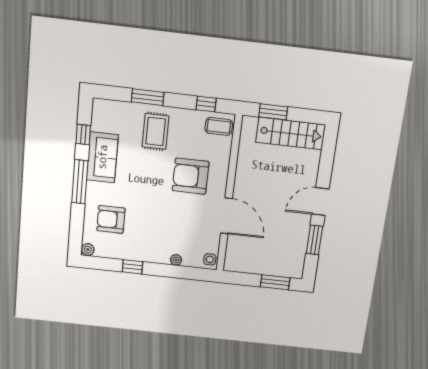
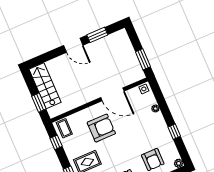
armchair: (191, 176) -> (101, 128), turned -90
door: (226, 216) -> (112, 94), swing flipped
window: (275, 282) -> (143, 59), moved

